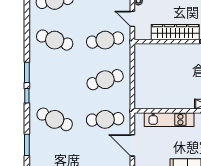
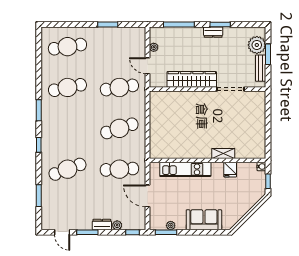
cafe table: (55, 40) -> (67, 87), turned -30
window: (27, 72) -> (39, 110), moved
cafe table: (55, 119) -> (67, 169), turned -45

